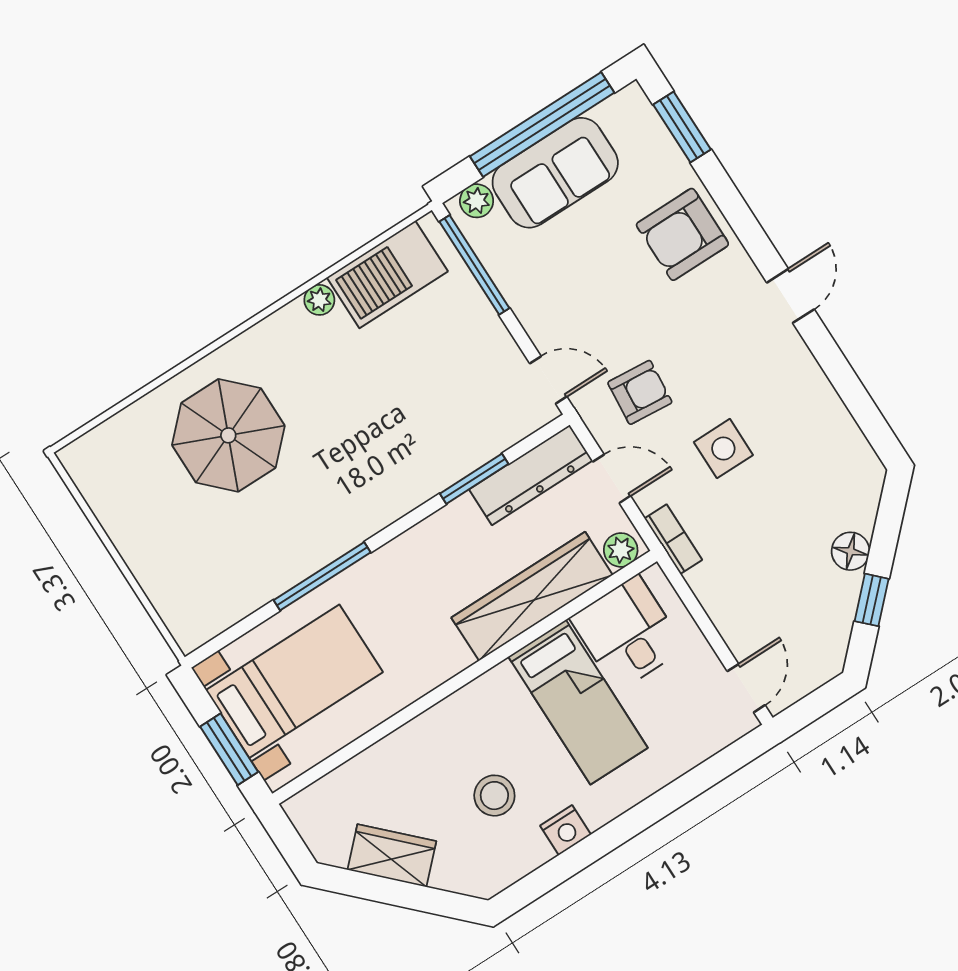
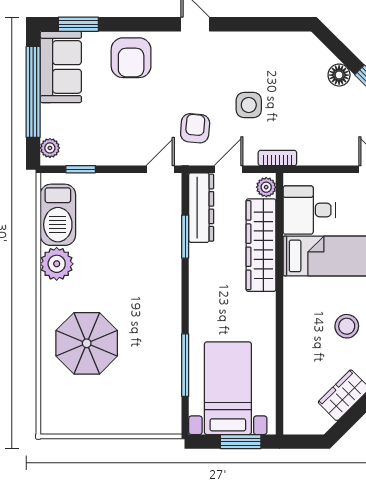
sofa: (555, 173) -> (61, 67), moved
window: (474, 265) -> (81, 169), width x0.46
plant: (319, 300) -> (57, 264), width x1.88, depth x1.88
window: (322, 576) -> (185, 365), moved

